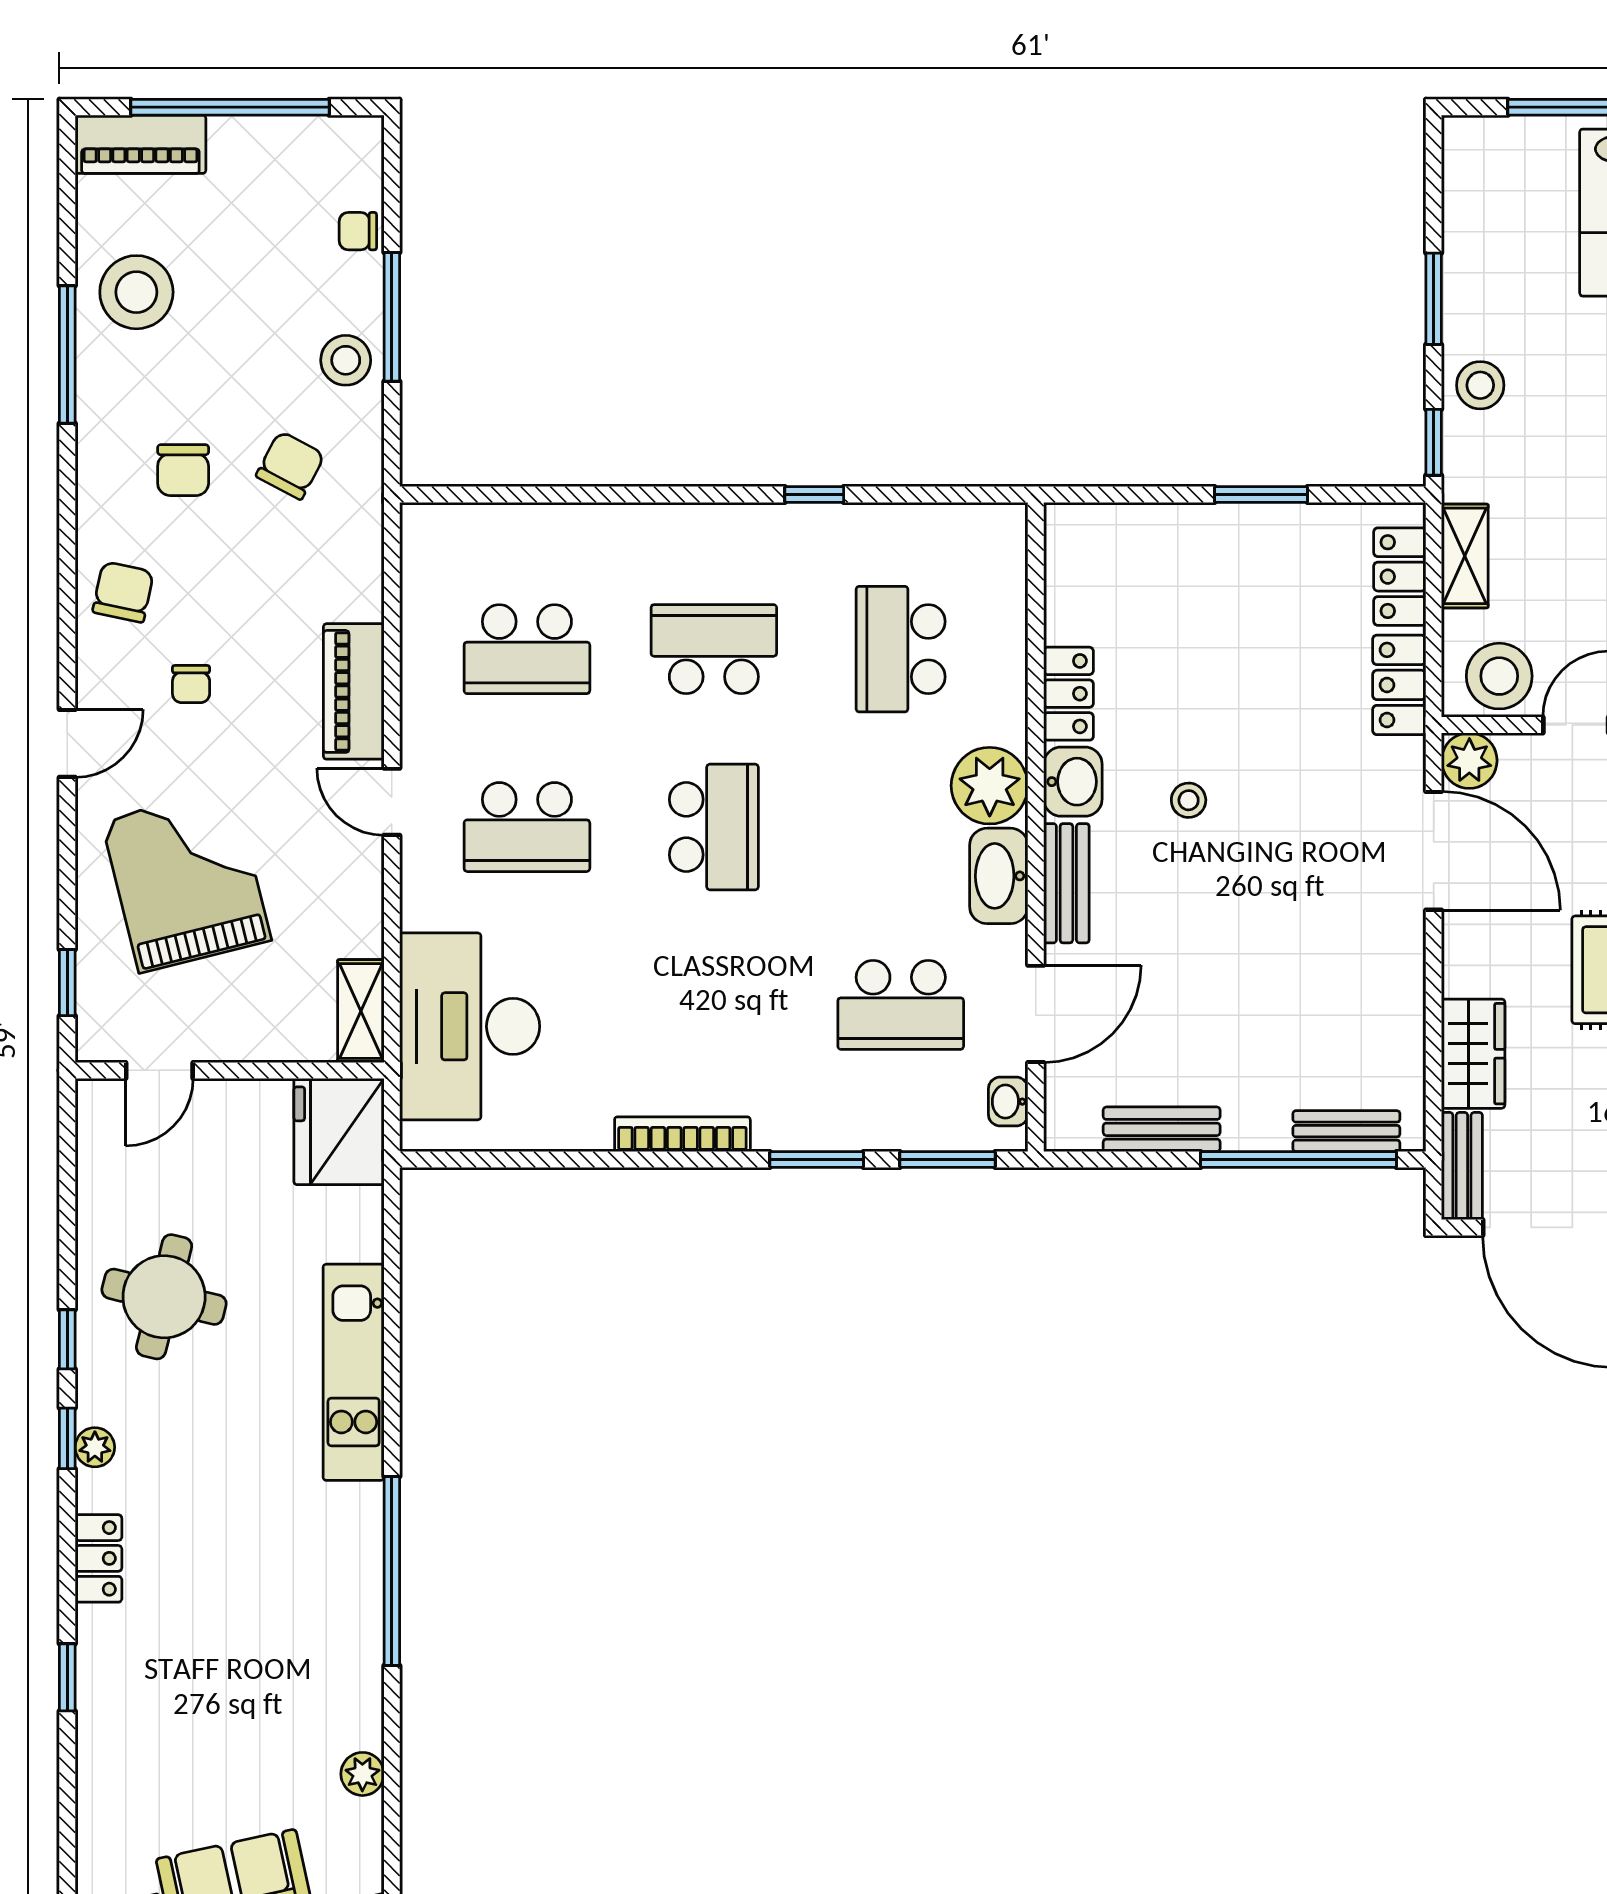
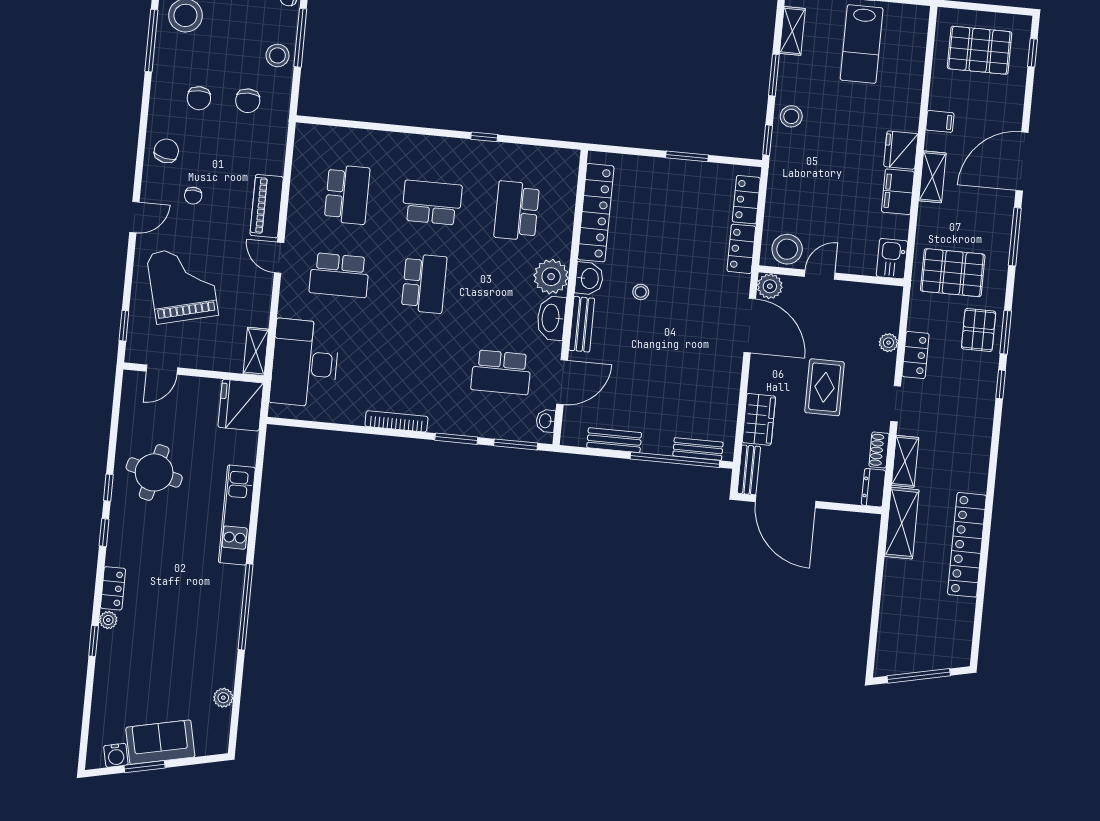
chair: (290, 465) -> (248, 101), turned 152
shelving: (1465, 556) -> (792, 31), moved
school desk: (527, 649) -> (347, 194), turned -90
locker: (1068, 694) -> (596, 213), width x2.16, depth x1.21
plant: (95, 1447) -> (108, 620), moved

